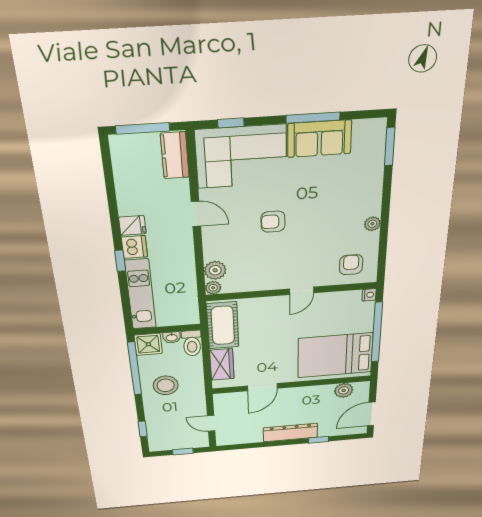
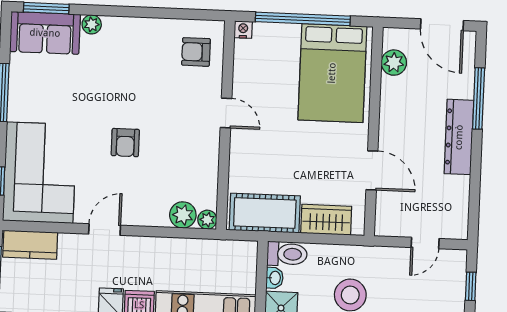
sofa: (319, 139) -> (45, 33), moved, turned 90
plant: (372, 224) -> (92, 24), moved
window: (319, 440) -> (479, 98), width x2.17

